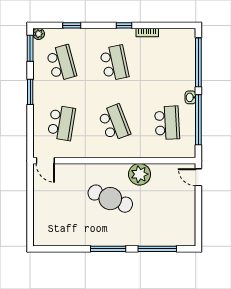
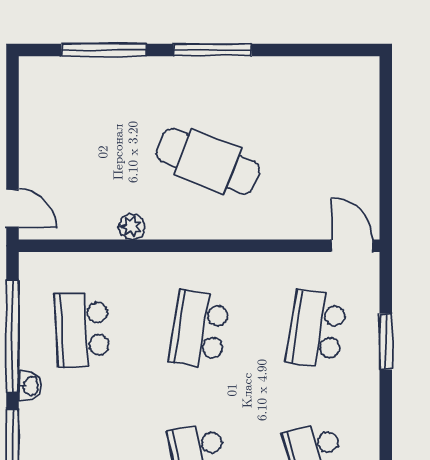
window: (30, 92) -> (386, 342), moved
school desk: (114, 123) -> (199, 329), turned 30
plant: (140, 174) -> (132, 227), width x0.53, depth x0.53

